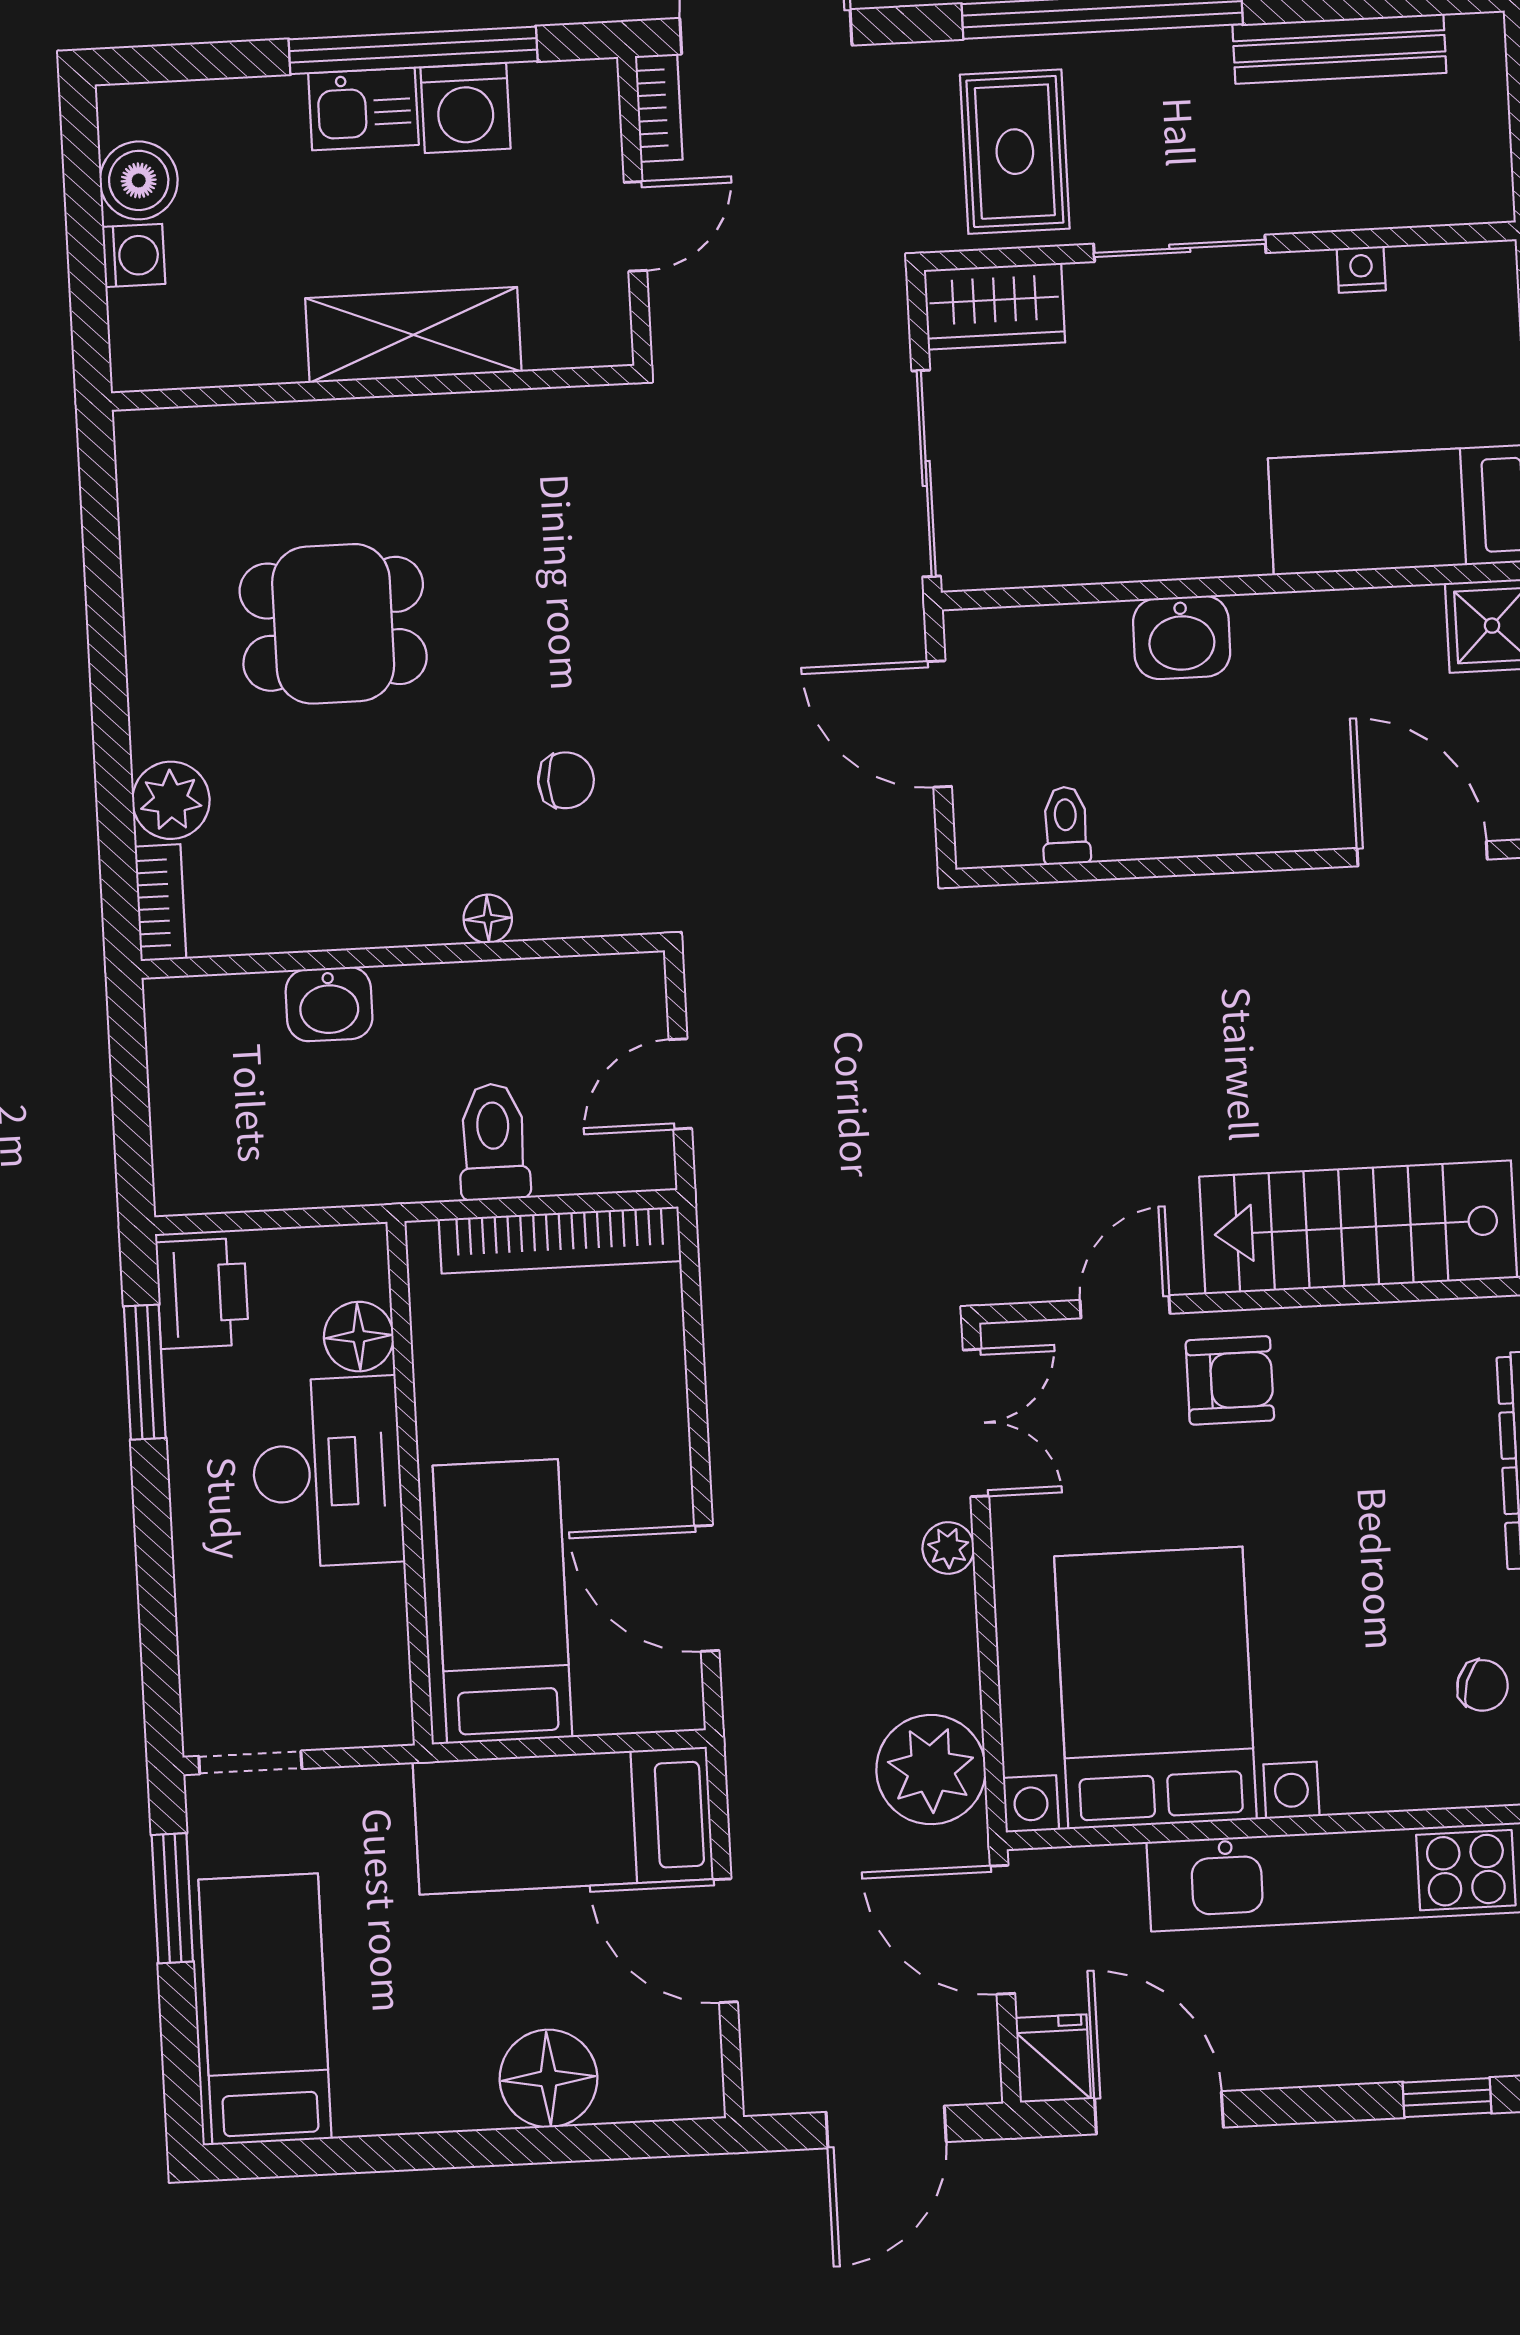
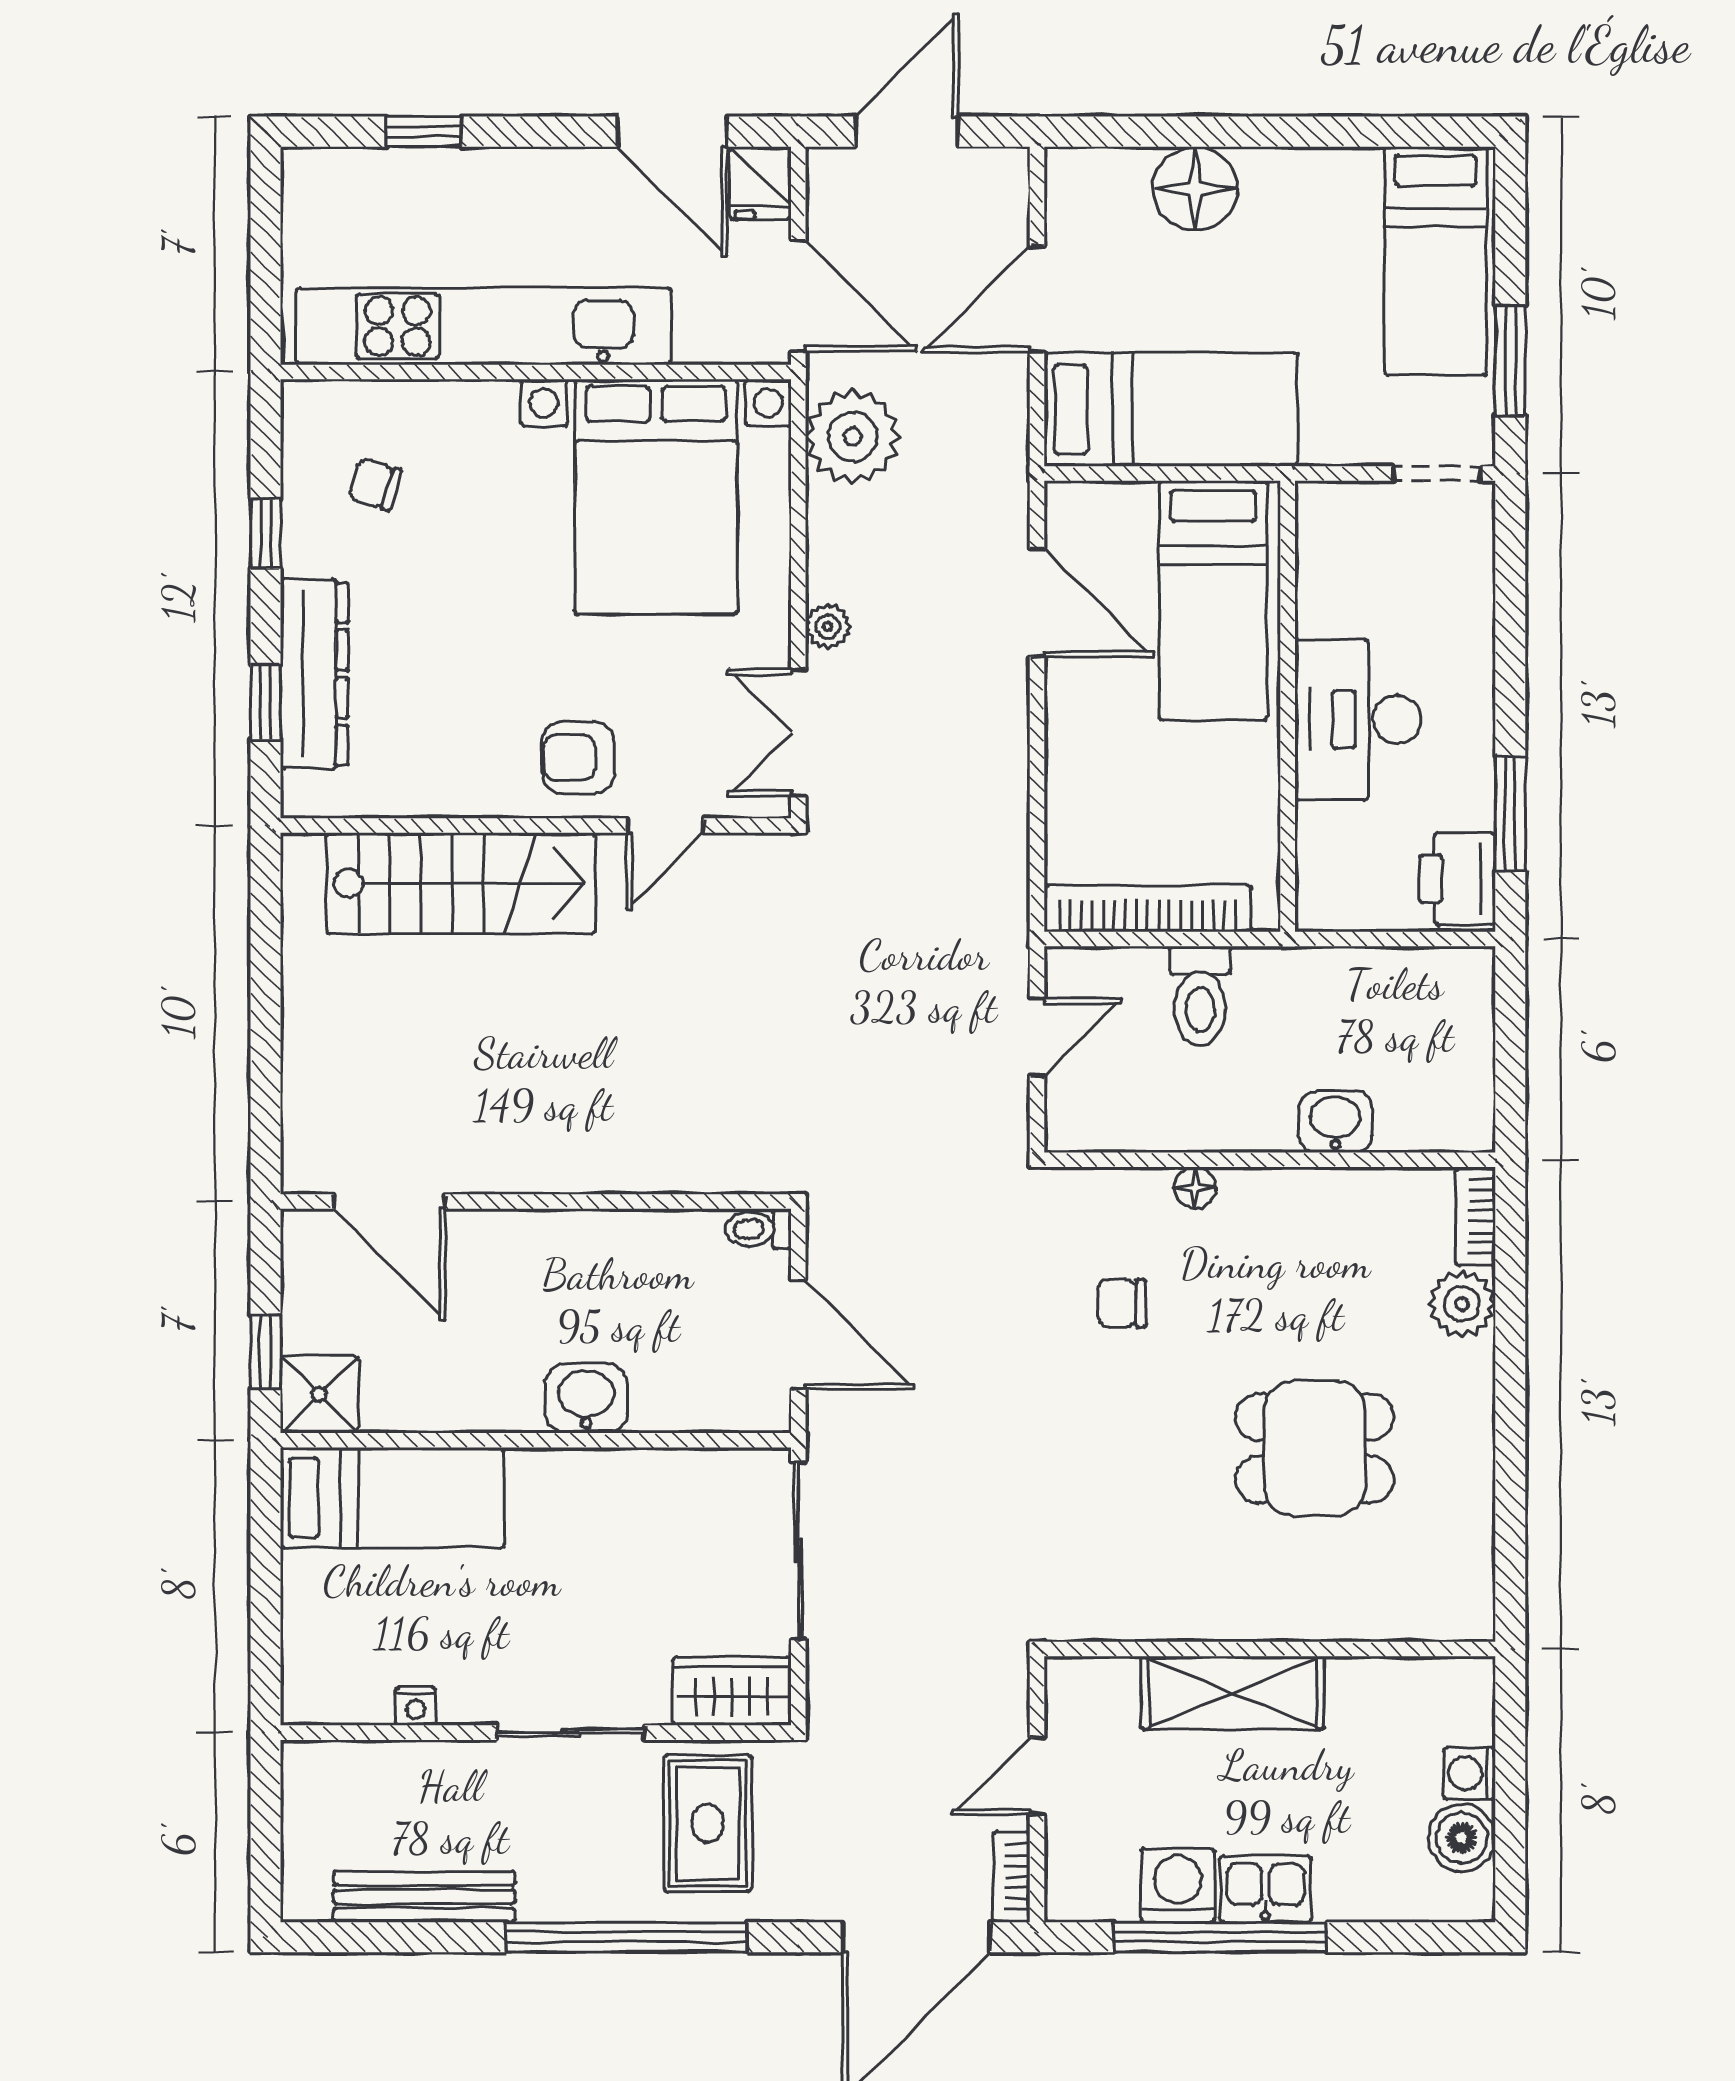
toilet: (1066, 826) -> (758, 1229), moved, turned 90
floor lamp: (359, 1337) -> (1325, 835), removed
door: (725, 1941) -> (1037, 299), swing flipped

